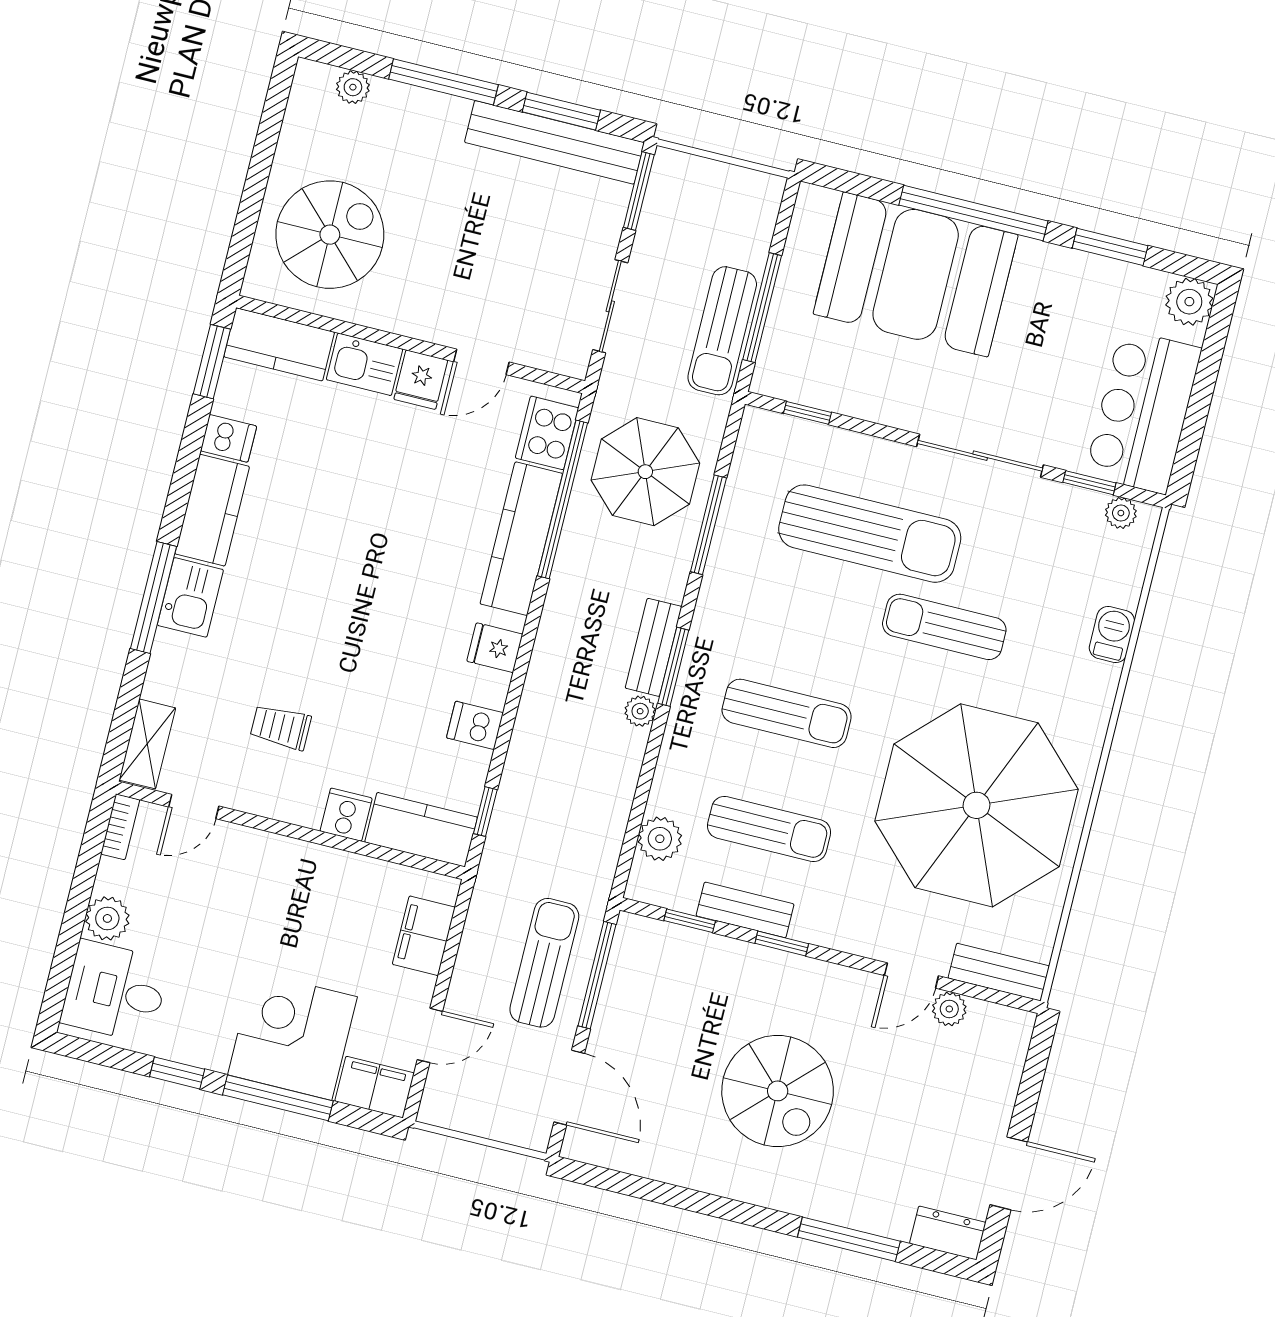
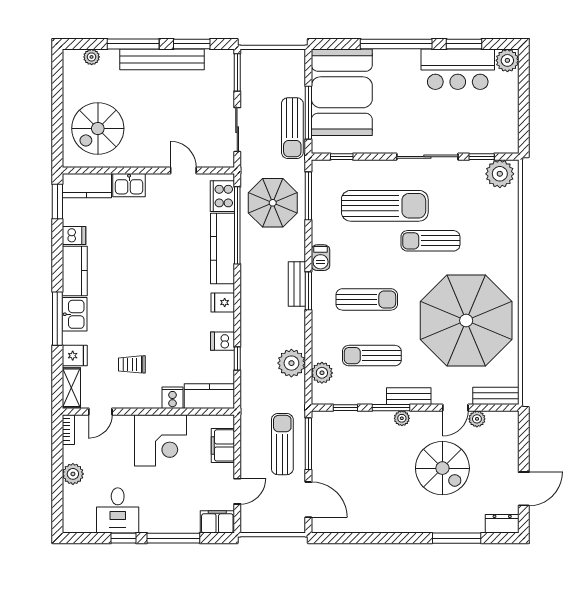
bench: (554, 142) -> (162, 59), moved
spiral stairs: (330, 235) -> (98, 129), turned 180
booth: (916, 274) -> (342, 92), moved, turned 90
door: (481, 362) -> (183, 170), swing flipped
fridge: (421, 380) -> (75, 356), moved, turned -90
bar counter: (1143, 412) -> (458, 69), moved, turned -90
plant: (1121, 513) -> (500, 174), width x1.87, depth x1.87
window: (708, 525) -> (308, 196), moved
barbecue: (1112, 634) -> (321, 258), moved, turned 180
plant: (640, 711) -> (291, 363), moved, width x1.88, depth x1.88
window: (485, 812) -> (237, 359), moved
sun lounger: (769, 829) -> (372, 356), turned 180
bench: (745, 910) -> (409, 396), moved
window: (782, 943) -> (391, 408), width x1.50
plant: (798, 970) -> (402, 418), added
desk: (115, 992) -> (118, 510), moved, turned -90
corner desk: (292, 1036) -> (160, 440), moved, turned 180
spiral stairs: (778, 1091) -> (442, 468), moved

